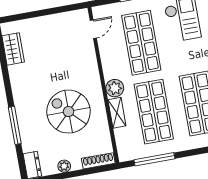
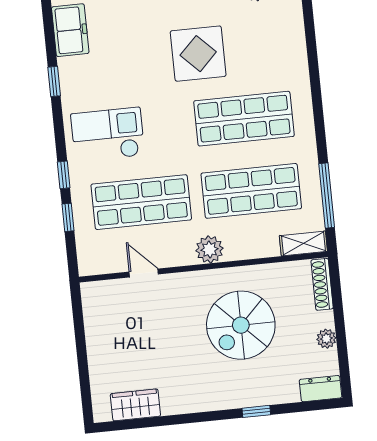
door: (93, 29) -> (144, 273), moved
shelving: (117, 113) -> (303, 243), moved
window: (15, 125) -> (256, 411), width x0.46

